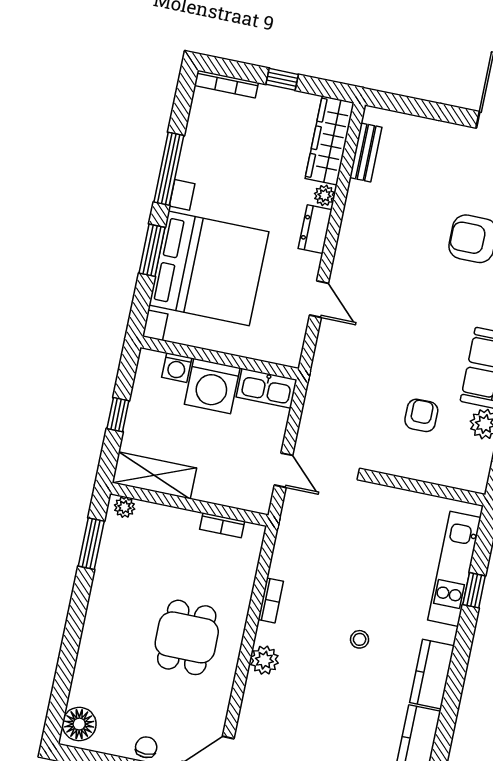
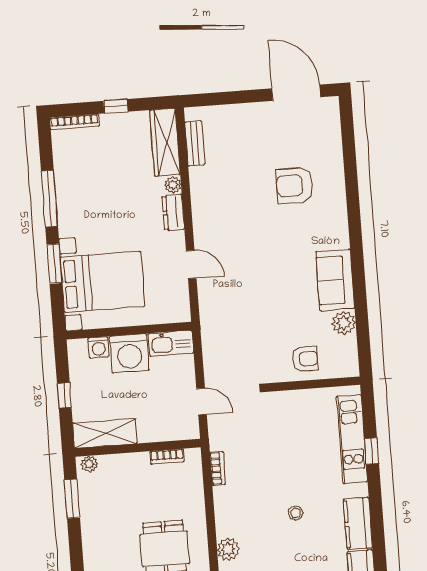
bed with nightstands: (209, 268) -> (103, 282), width x0.73
armchair: (421, 415) -> (305, 359), moved, turned 90
bookcase: (271, 600) -> (218, 468), moved

